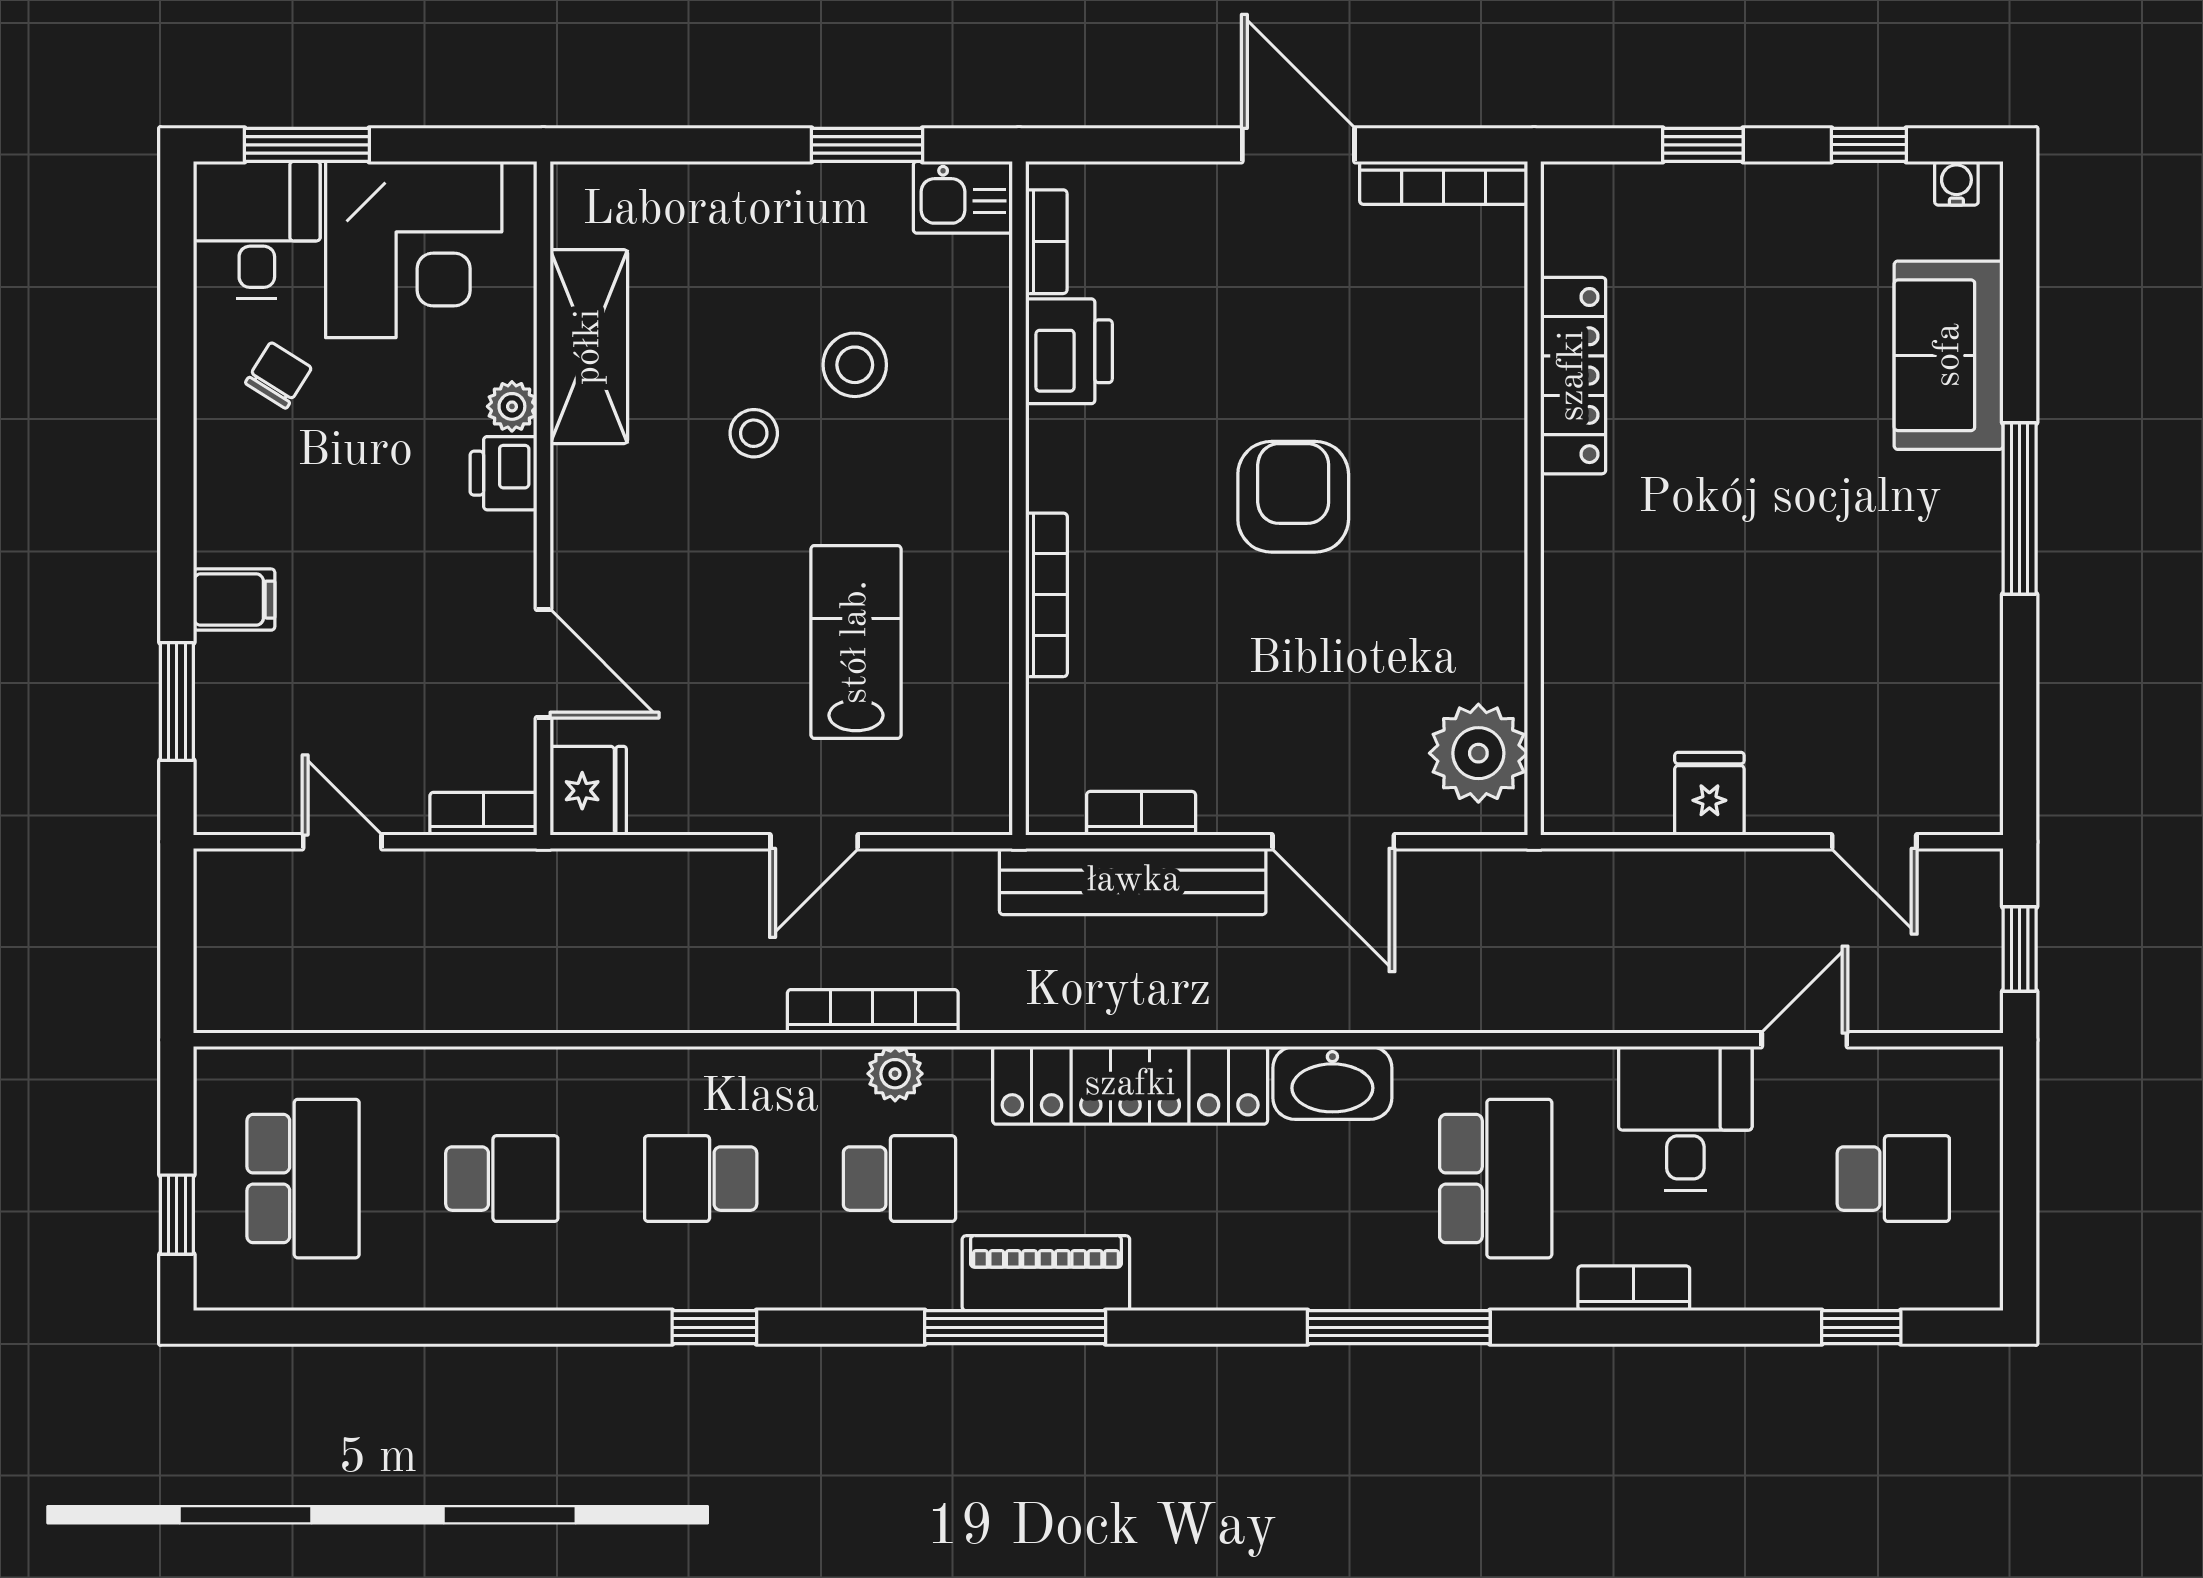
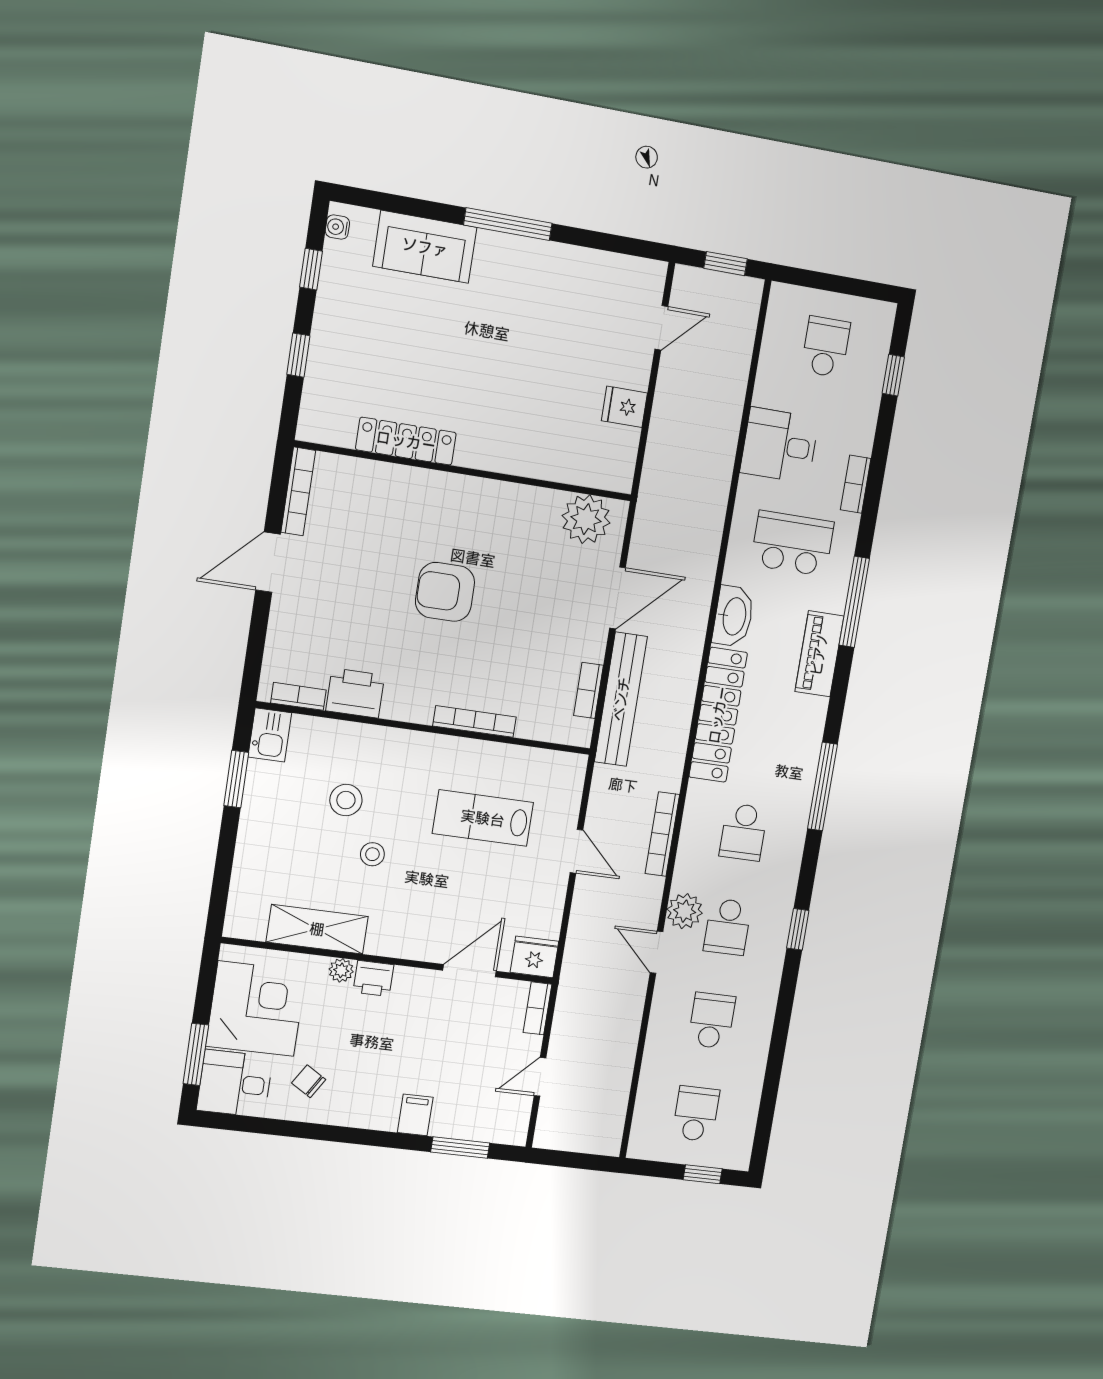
door: (1804, 1040) -> (656, 952), moved
plant: (895, 1074) -> (685, 911), moved, width x1.38, depth x1.38
school desk: (303, 1179) -> (696, 1114), width x0.54
school desk: (899, 1179) -> (743, 832), turned 180
piano: (1046, 1273) -> (819, 654), moved

